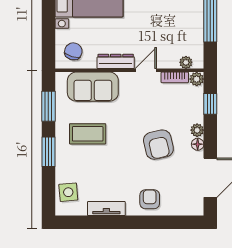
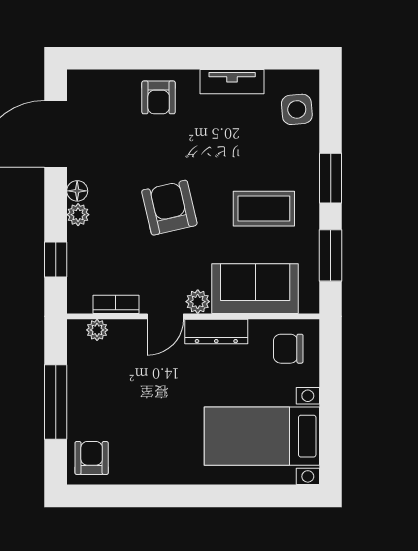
chair: (73, 51) -> (288, 349), turned 74
plant: (197, 79) -> (198, 302), moved
armchair: (158, 145) -> (169, 208), moved

